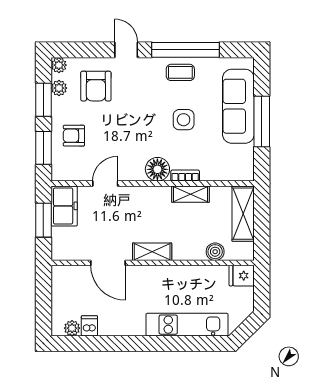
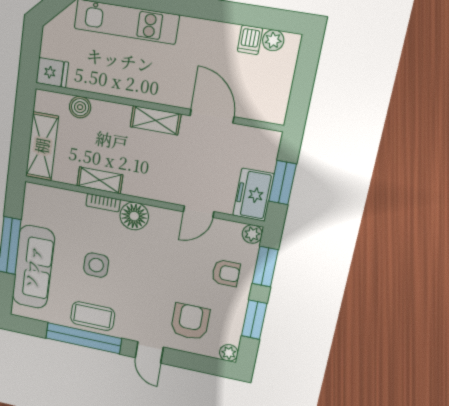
coffee table: (180, 72) -> (93, 316), width x1.36, depth x1.30
plant: (59, 88) -> (252, 234), moved

